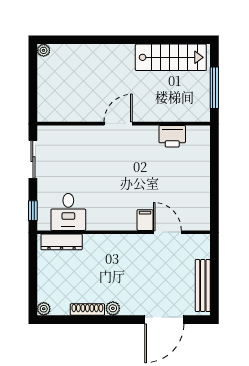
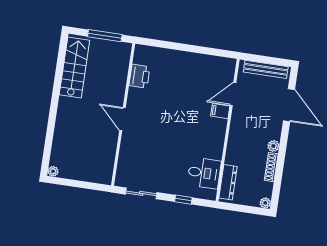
desk: (68, 212) -> (204, 173), moved
filing cabinet: (145, 220) -> (220, 111), moved
wall: (124, 232) -> (228, 130), moved
door: (167, 232) -> (233, 94), moved
dresser: (62, 242) -> (228, 182), moved

